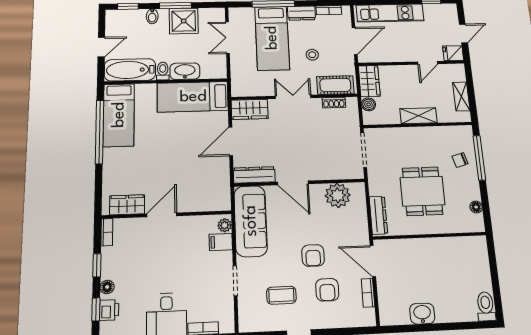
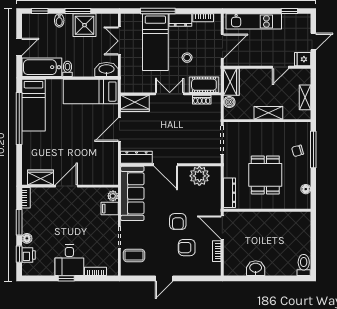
washbasin: (185, 71) -> (106, 69), moved
window: (97, 265) -> (19, 222), width x1.50
armchair: (327, 290) -> (187, 248), turned 90
coffee table: (281, 295) -> (134, 255), moved

